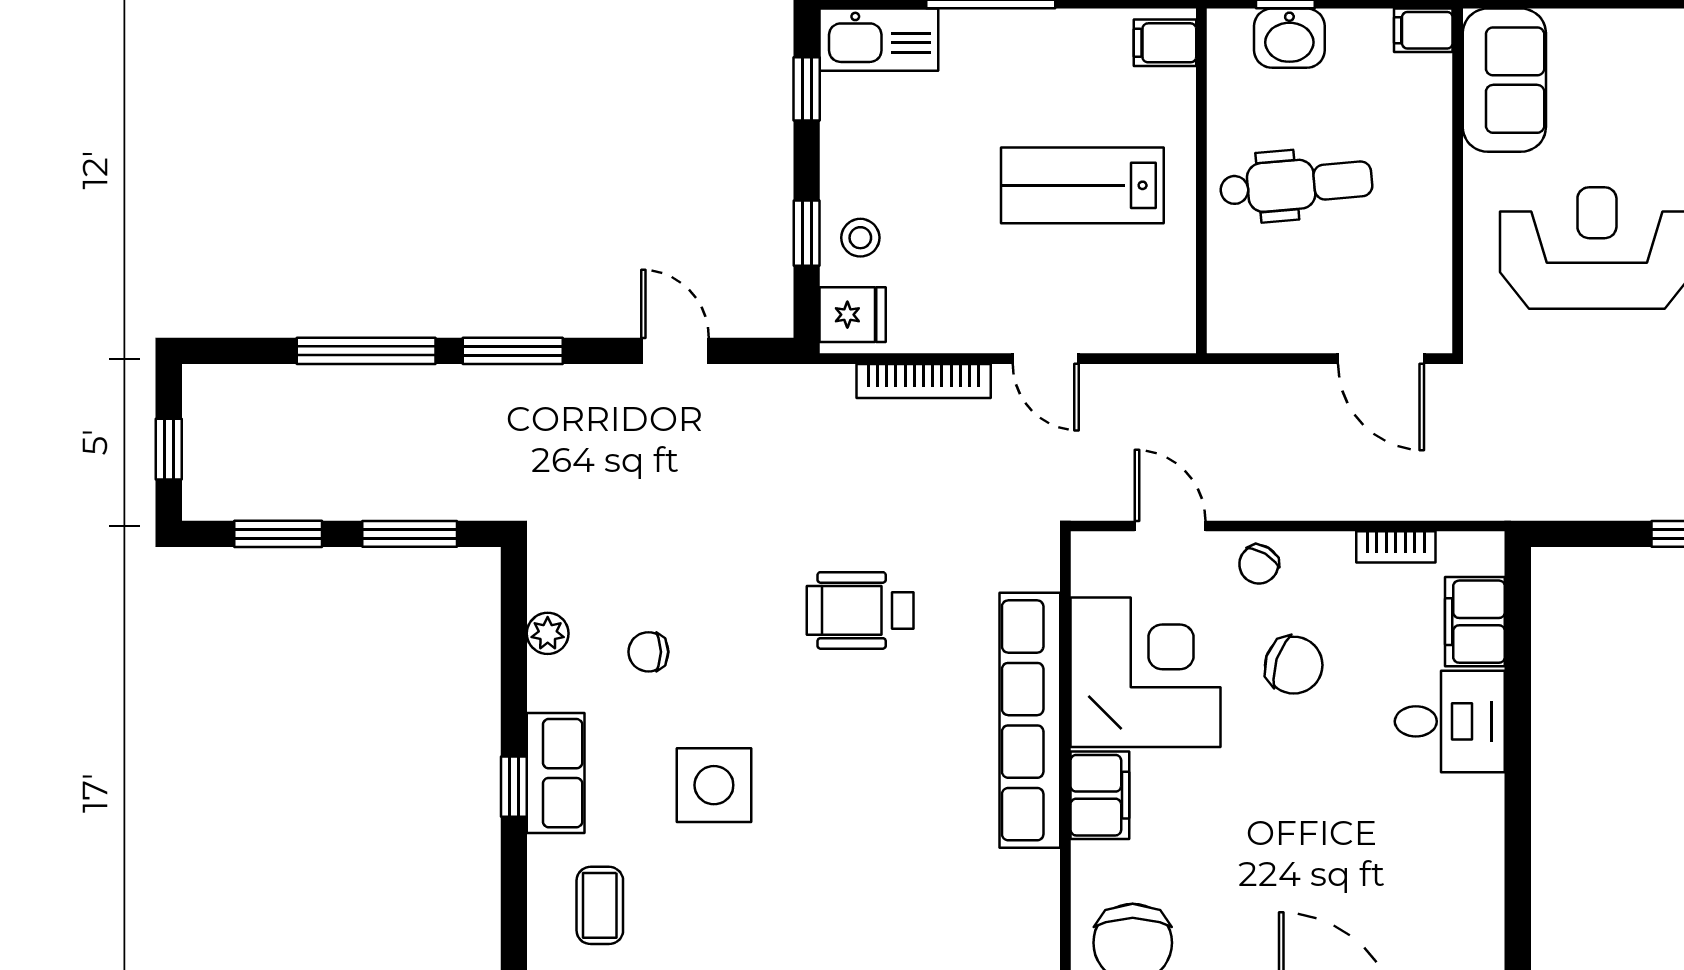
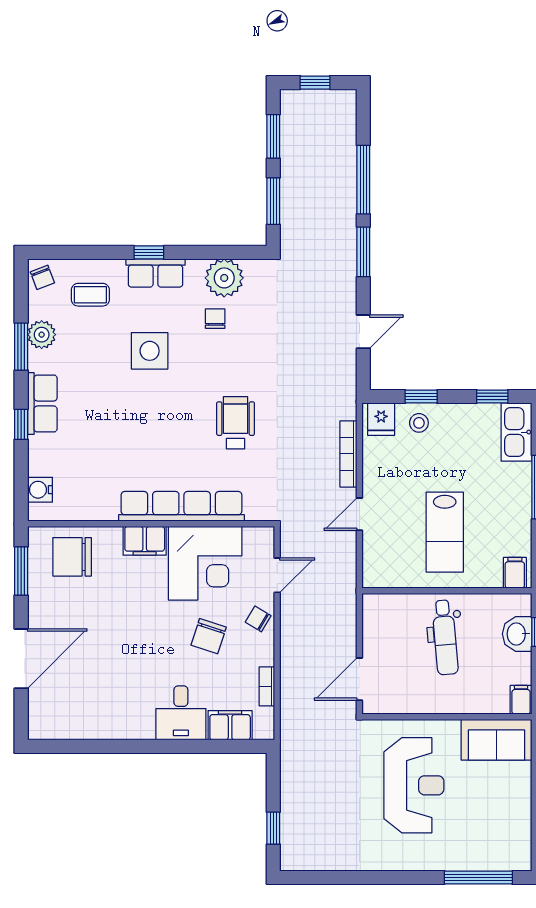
lab bench: (1082, 185) -> (445, 532), turned 180
plant: (548, 633) -> (224, 278), width x1.88, depth x1.88

